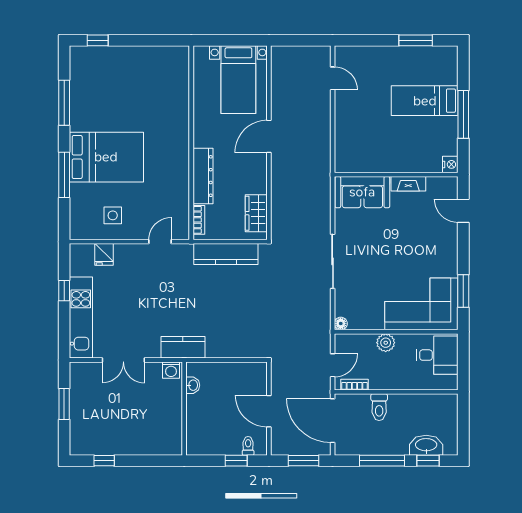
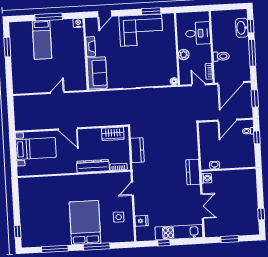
door: (333, 78) -> (57, 93), moved
door: (160, 242) -> (132, 189), hinge flipped
kitchen counter: (226, 254) -> (137, 150), width x0.67
corner sofa: (421, 304) -> (141, 30), moved, turned -90
desk: (437, 355) -> (198, 33), moved, turned 90

